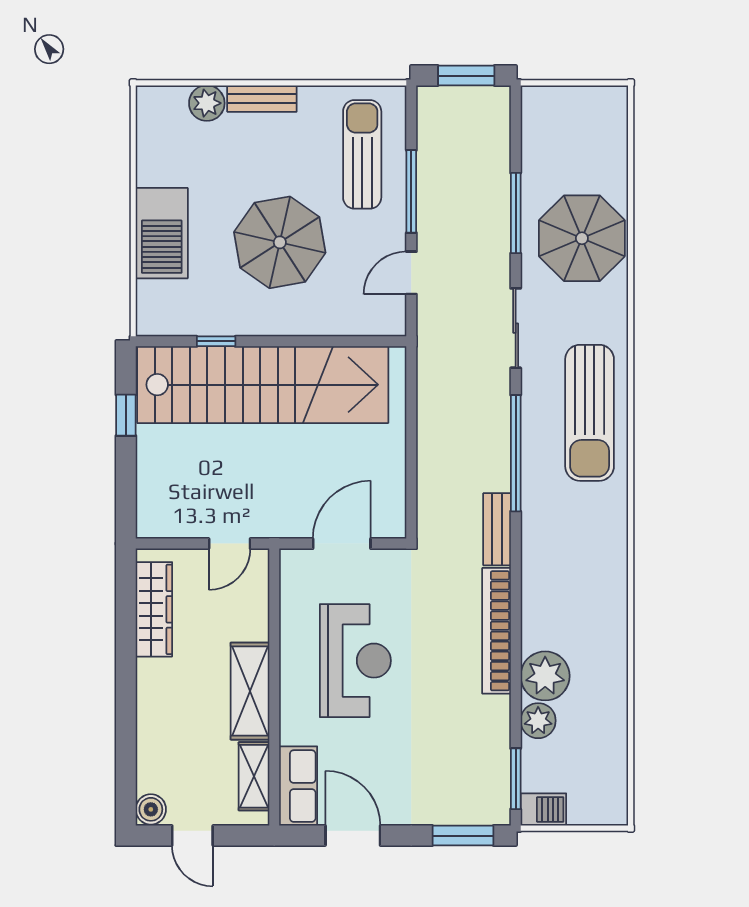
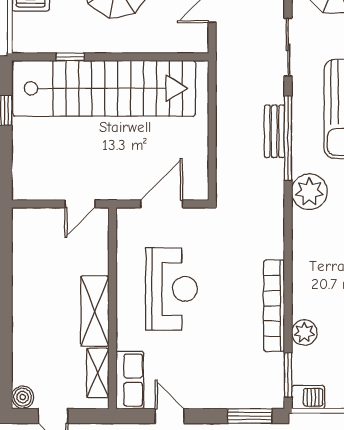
bench: (497, 529) -> (274, 131), moved
wardrobe: (154, 609) -> (25, 252), removed
bookcase: (496, 631) -> (274, 306), moved
plant: (545, 676) -> (309, 192), moved
door: (353, 836) -> (170, 416), width x0.73

